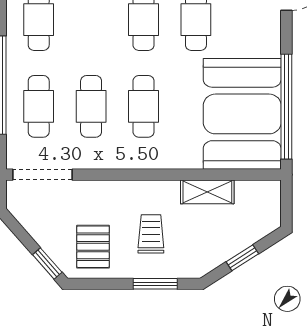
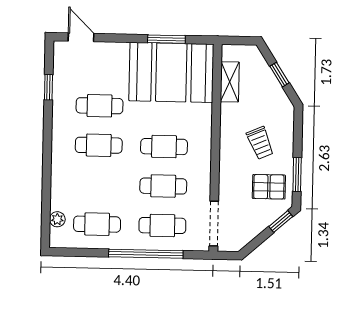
window: (286, 107) -> (166, 39), width x0.47
shelving: (207, 192) -> (230, 82), moved
trolley: (151, 234) -> (260, 143), turned -113
window: (155, 284) -> (297, 174), moved

